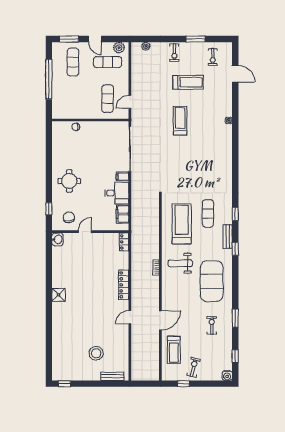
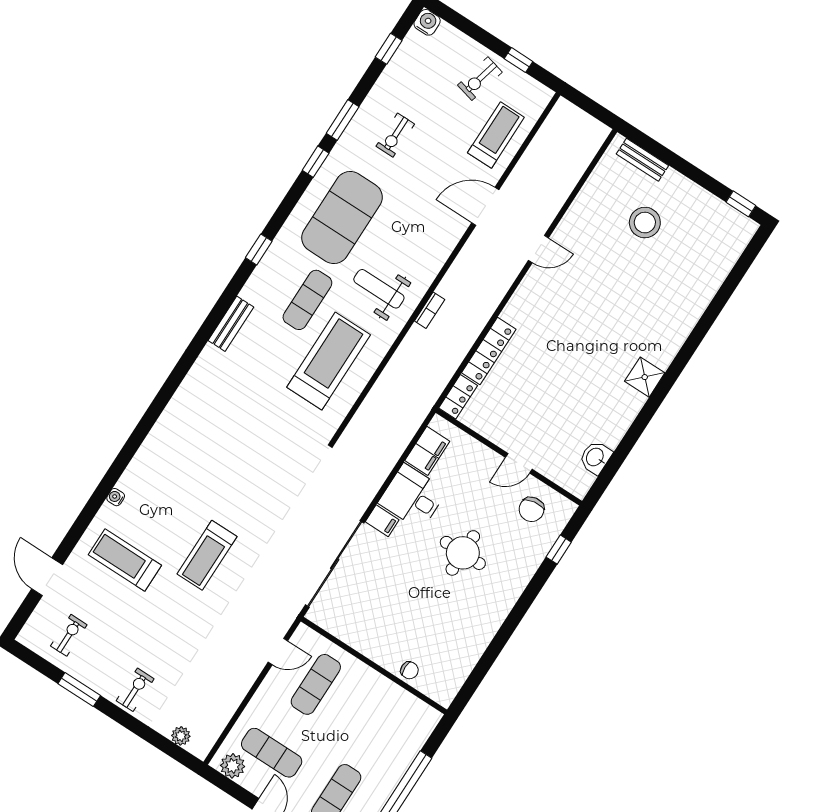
treadmill: (188, 82) -> (125, 560), moved
round table: (69, 181) -> (463, 553), moved
exercise mat: (208, 213) -> (307, 300), moved
window: (235, 214) -> (316, 162), moved
treadmill: (182, 224) -> (329, 361), turned 180
bench: (228, 237) -> (231, 324), moved
washbasin: (57, 239) -> (595, 457), moved
weight bench: (180, 263) -> (379, 289), turned 180
locker: (124, 285) -> (489, 351), moved

